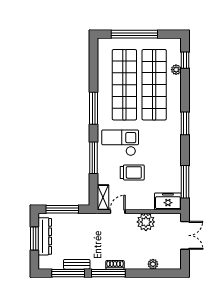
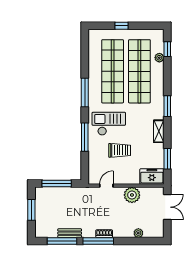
window: (134, 34) -> (122, 26), width x0.32
window: (185, 182) -> (167, 159), width x0.69
shelving: (103, 197) -> (159, 131), moved
dresser: (45, 236) -> (41, 208), removed

